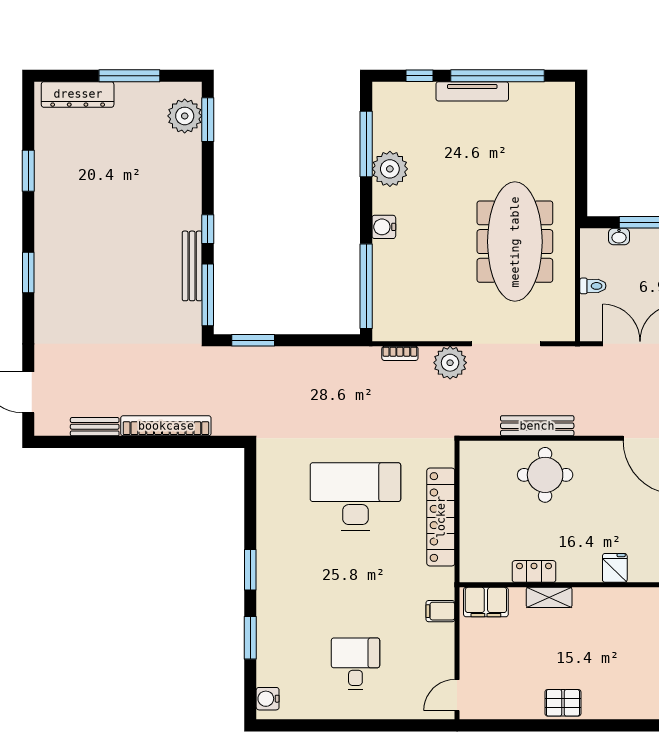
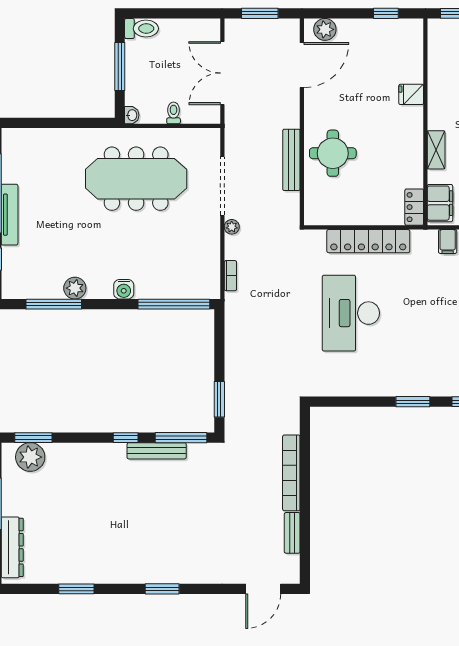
plant: (390, 169) -> (75, 288), width x0.73, depth x0.73
washbasin: (619, 236) -> (132, 115), moved
plant: (450, 363) -> (232, 227), width x0.53, depth x0.53
locker: (534, 571) -> (414, 207), moved

